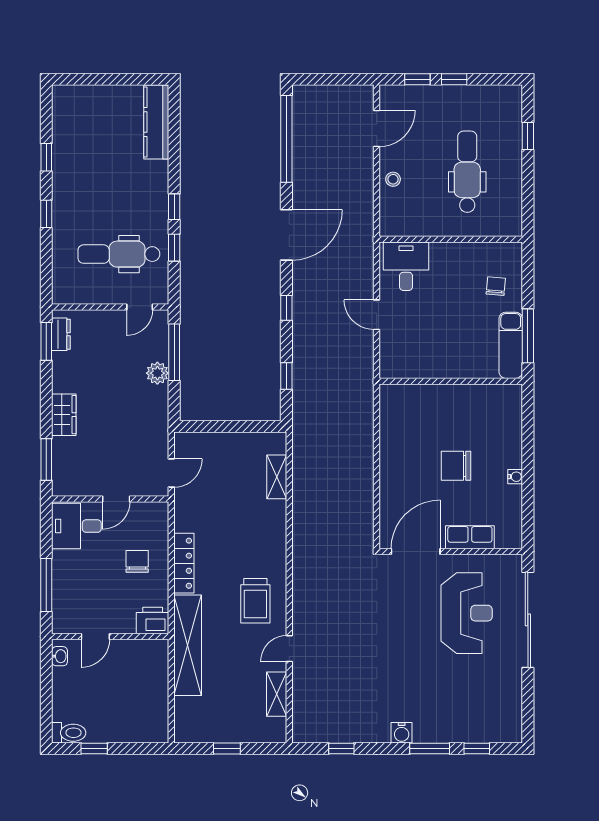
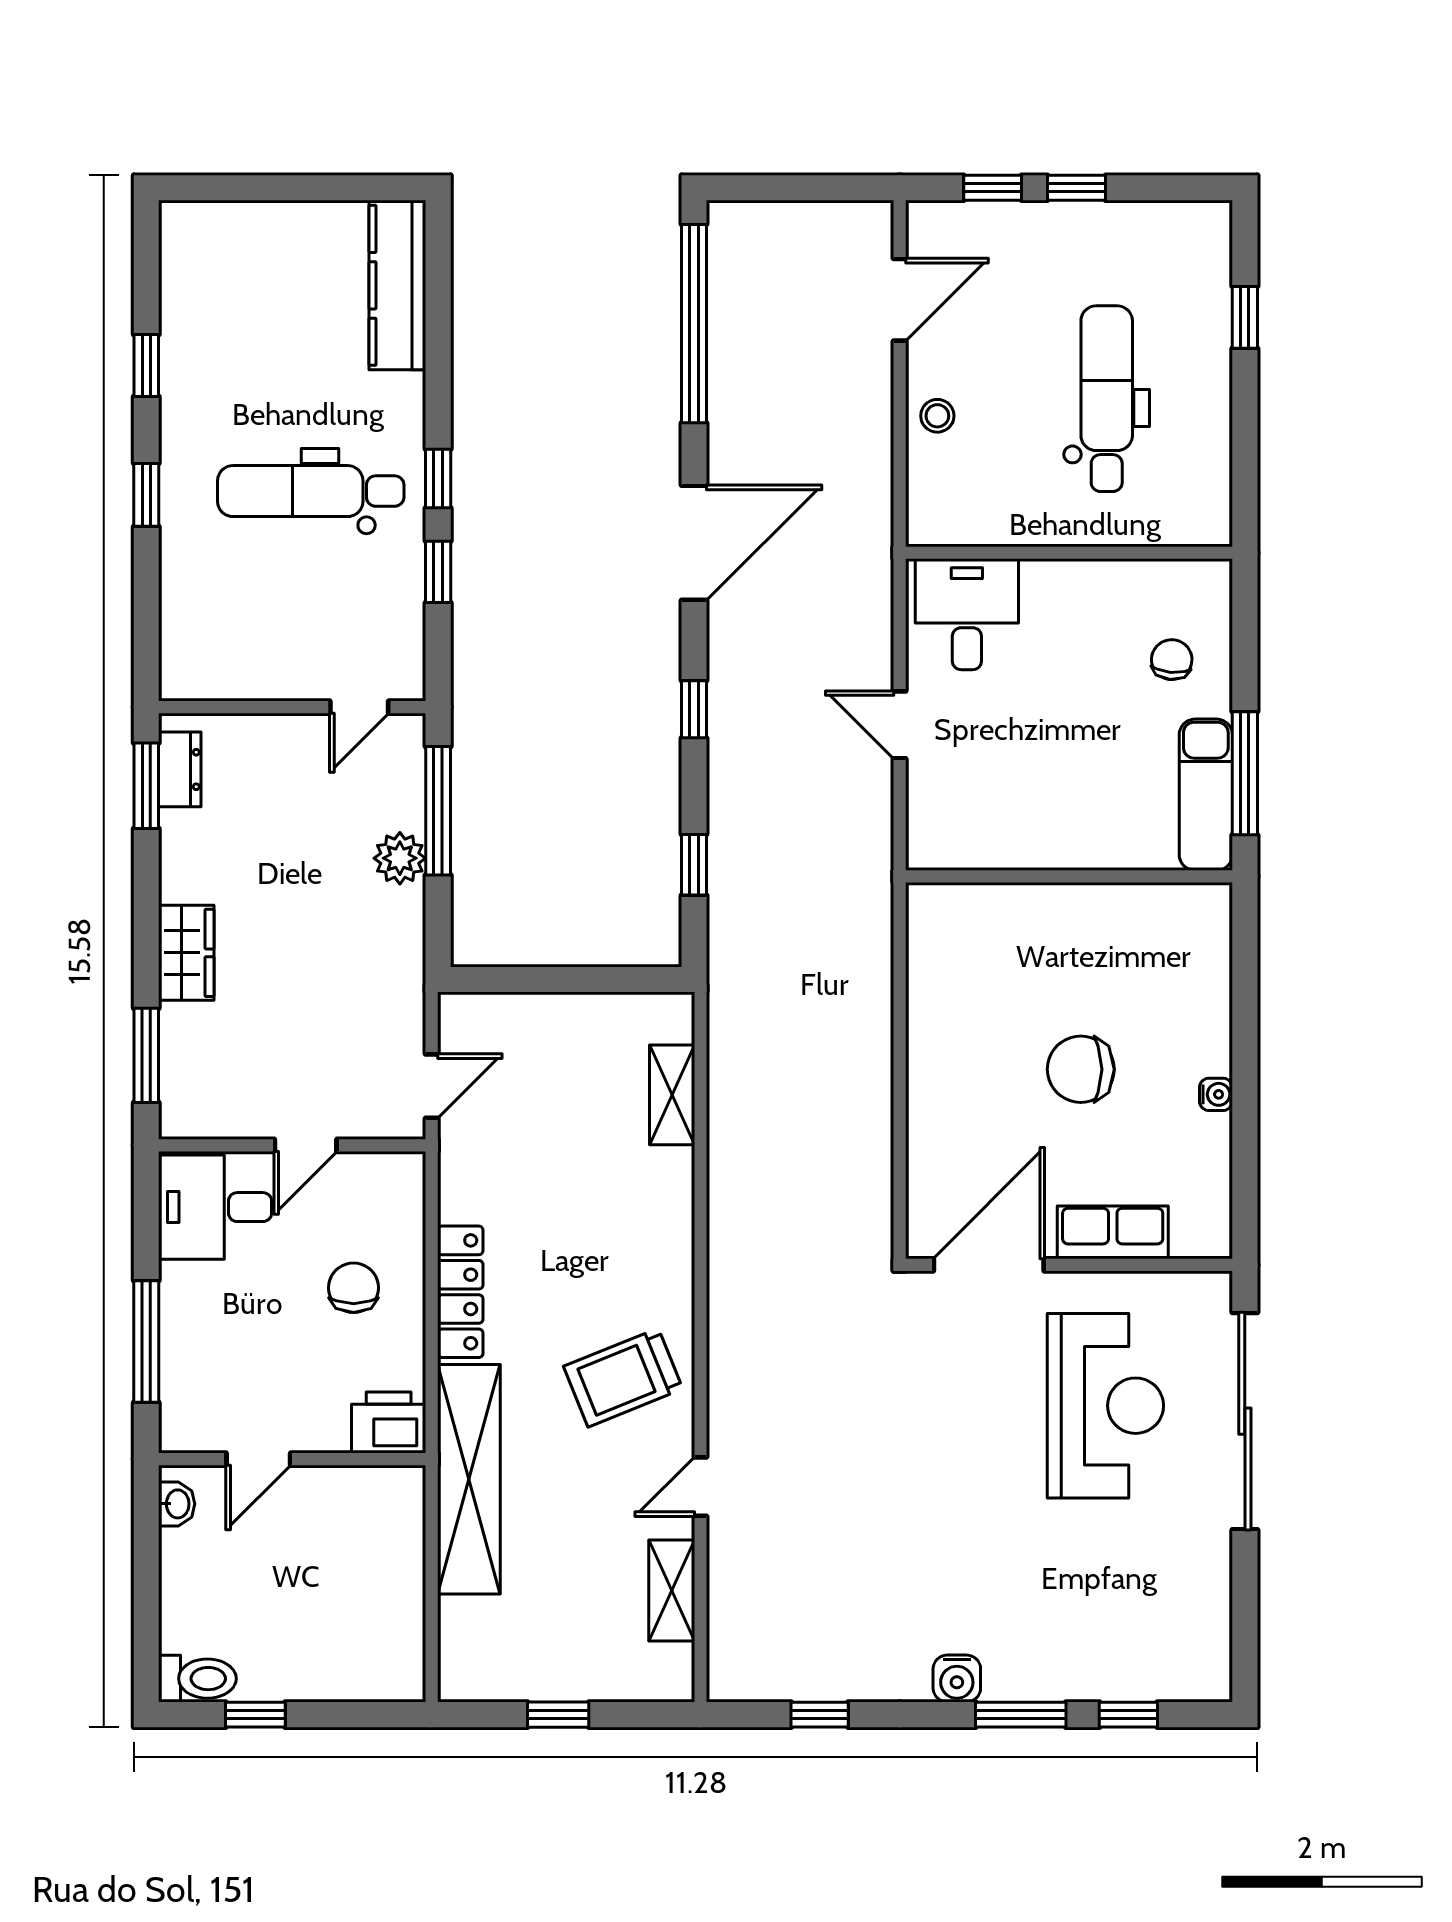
dental chair: (119, 254) -> (311, 491), moved
trolley: (255, 601) -> (623, 1378), turned 68

